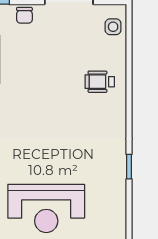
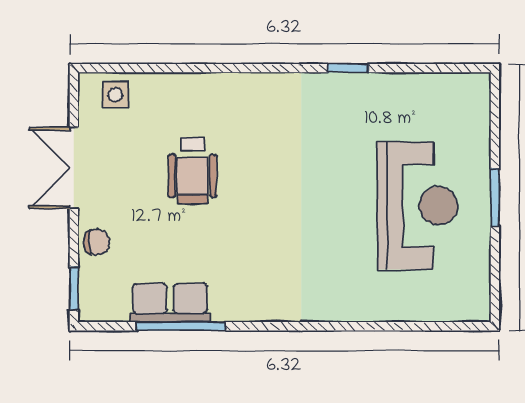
wheelchair: (100, 82) -> (193, 171), moved, width x1.36, depth x1.37

